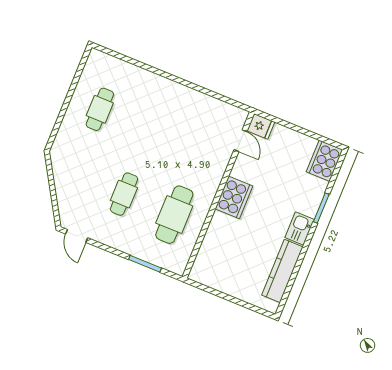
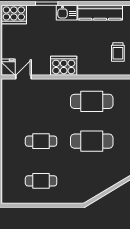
cafe table: (150, 130) -> (41, 141), added
cafe table: (124, 194) -> (92, 141), width x1.37, depth x1.35
trolley: (223, 273) -> (118, 52), added

